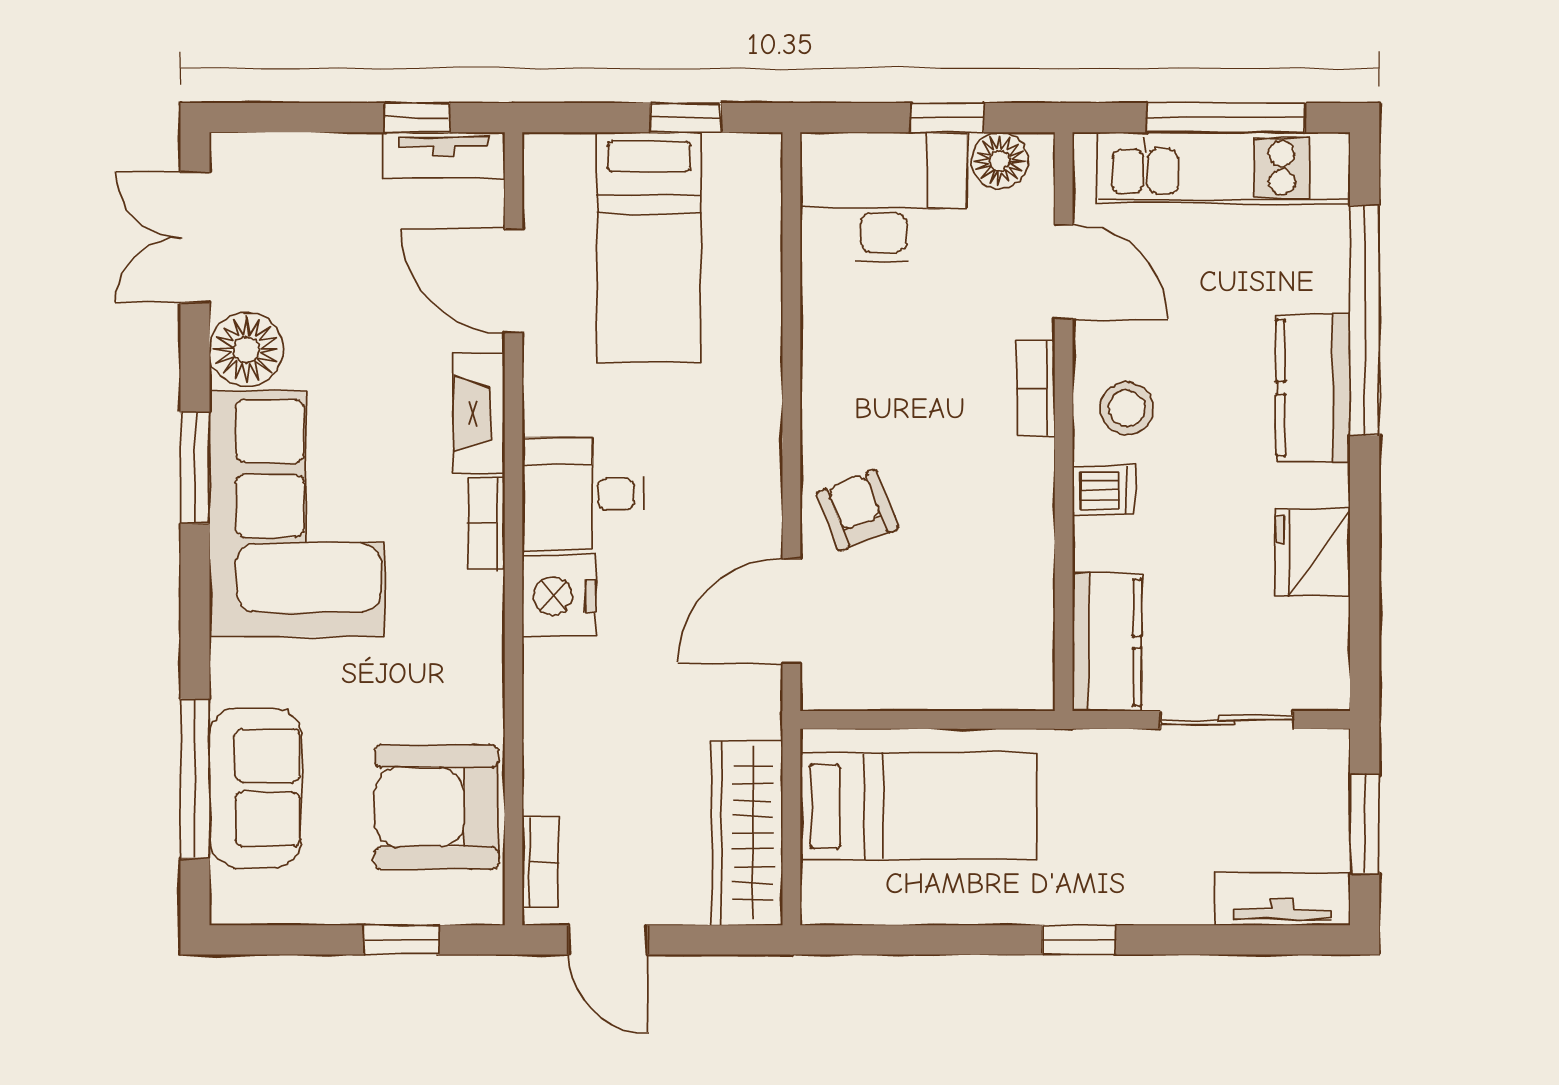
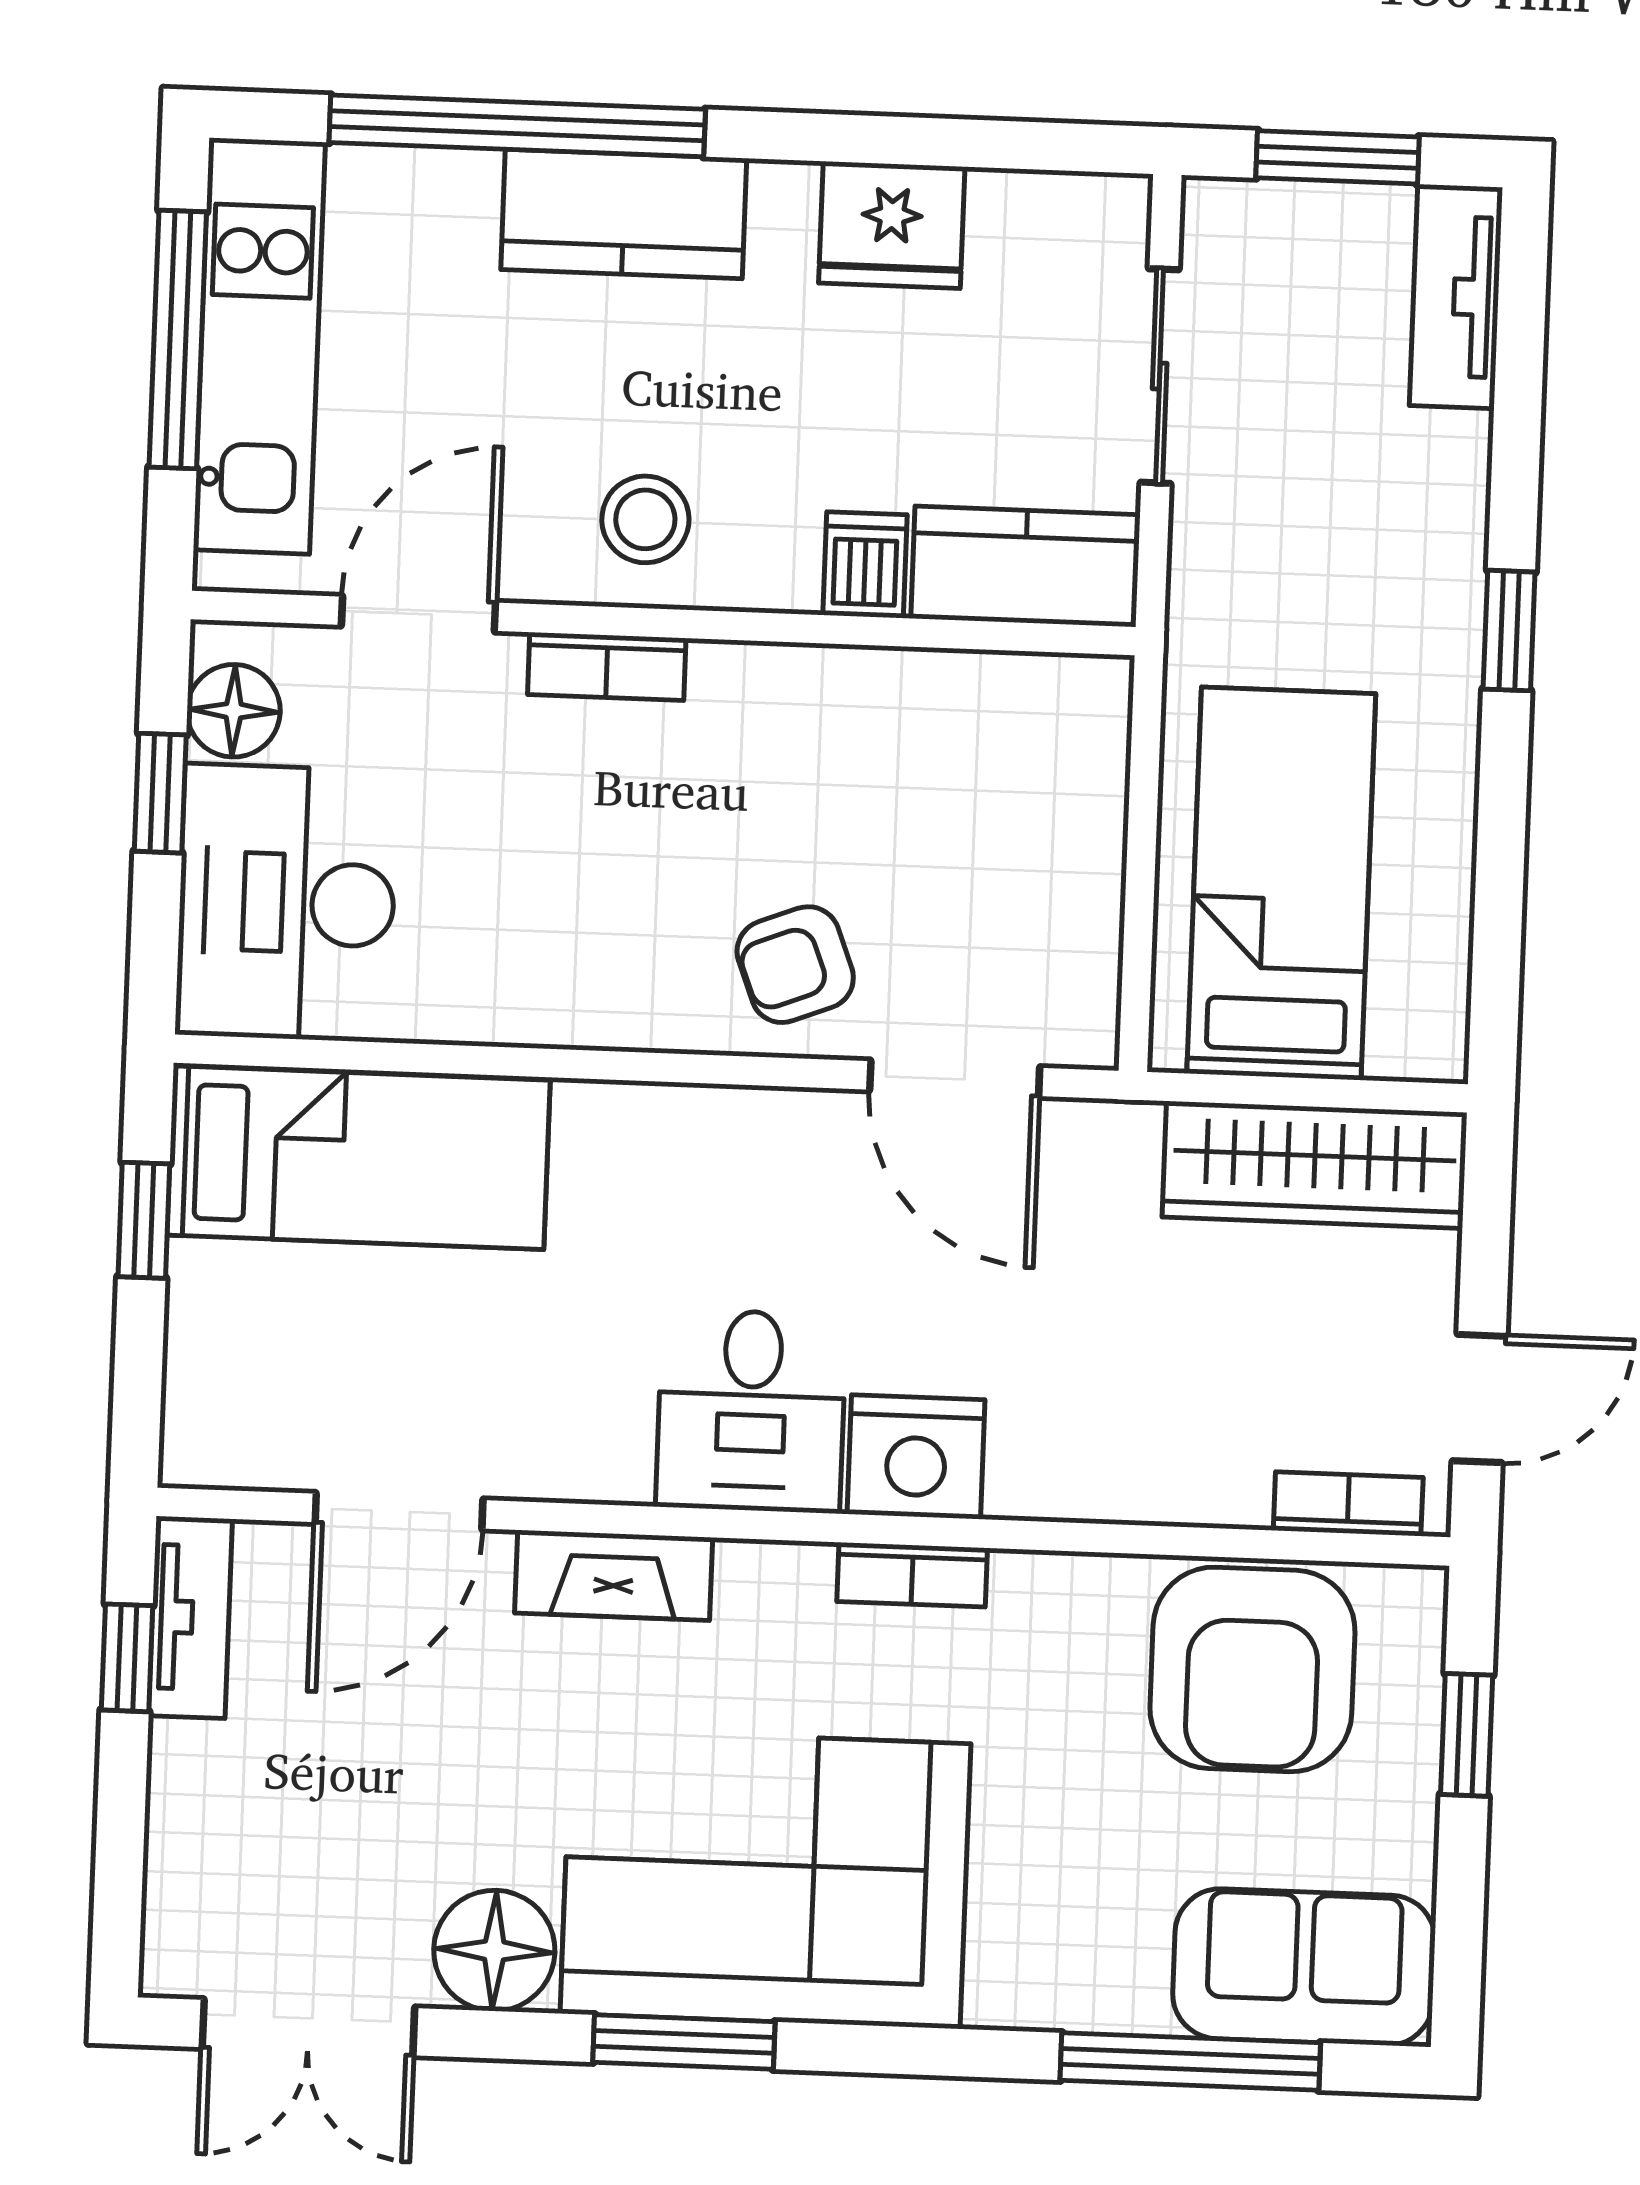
bed: (649, 248) -> (359, 1158), moved
dishwasher: (1104, 490) -> (865, 565), moved
bookcase: (487, 524) -> (912, 1575), moved
sofa: (256, 788) -> (1304, 1967), moved

